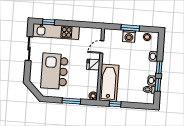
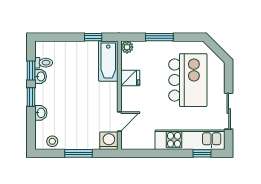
washing machine: (129, 36) -> (109, 141), moved
fridge: (93, 64) -> (130, 78), moved
bathtub: (109, 83) -> (108, 61), width x0.73, depth x0.73

